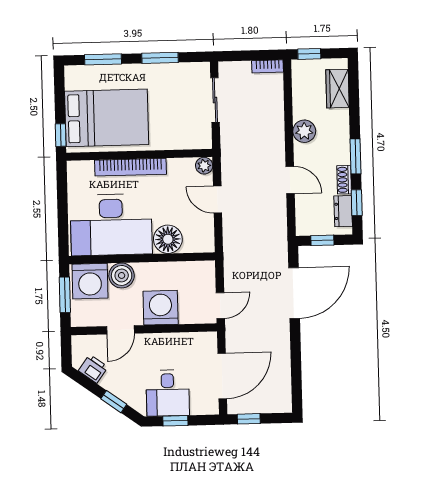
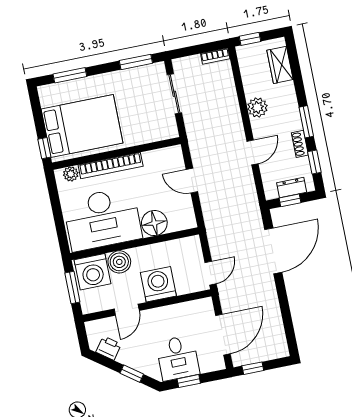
window: (160, 58) -> (136, 62), moved
plant: (204, 166) -> (71, 174), moved
door: (290, 180) -> (253, 152), hinge flipped
dresser: (343, 211) -> (292, 187), moved, turned 90

